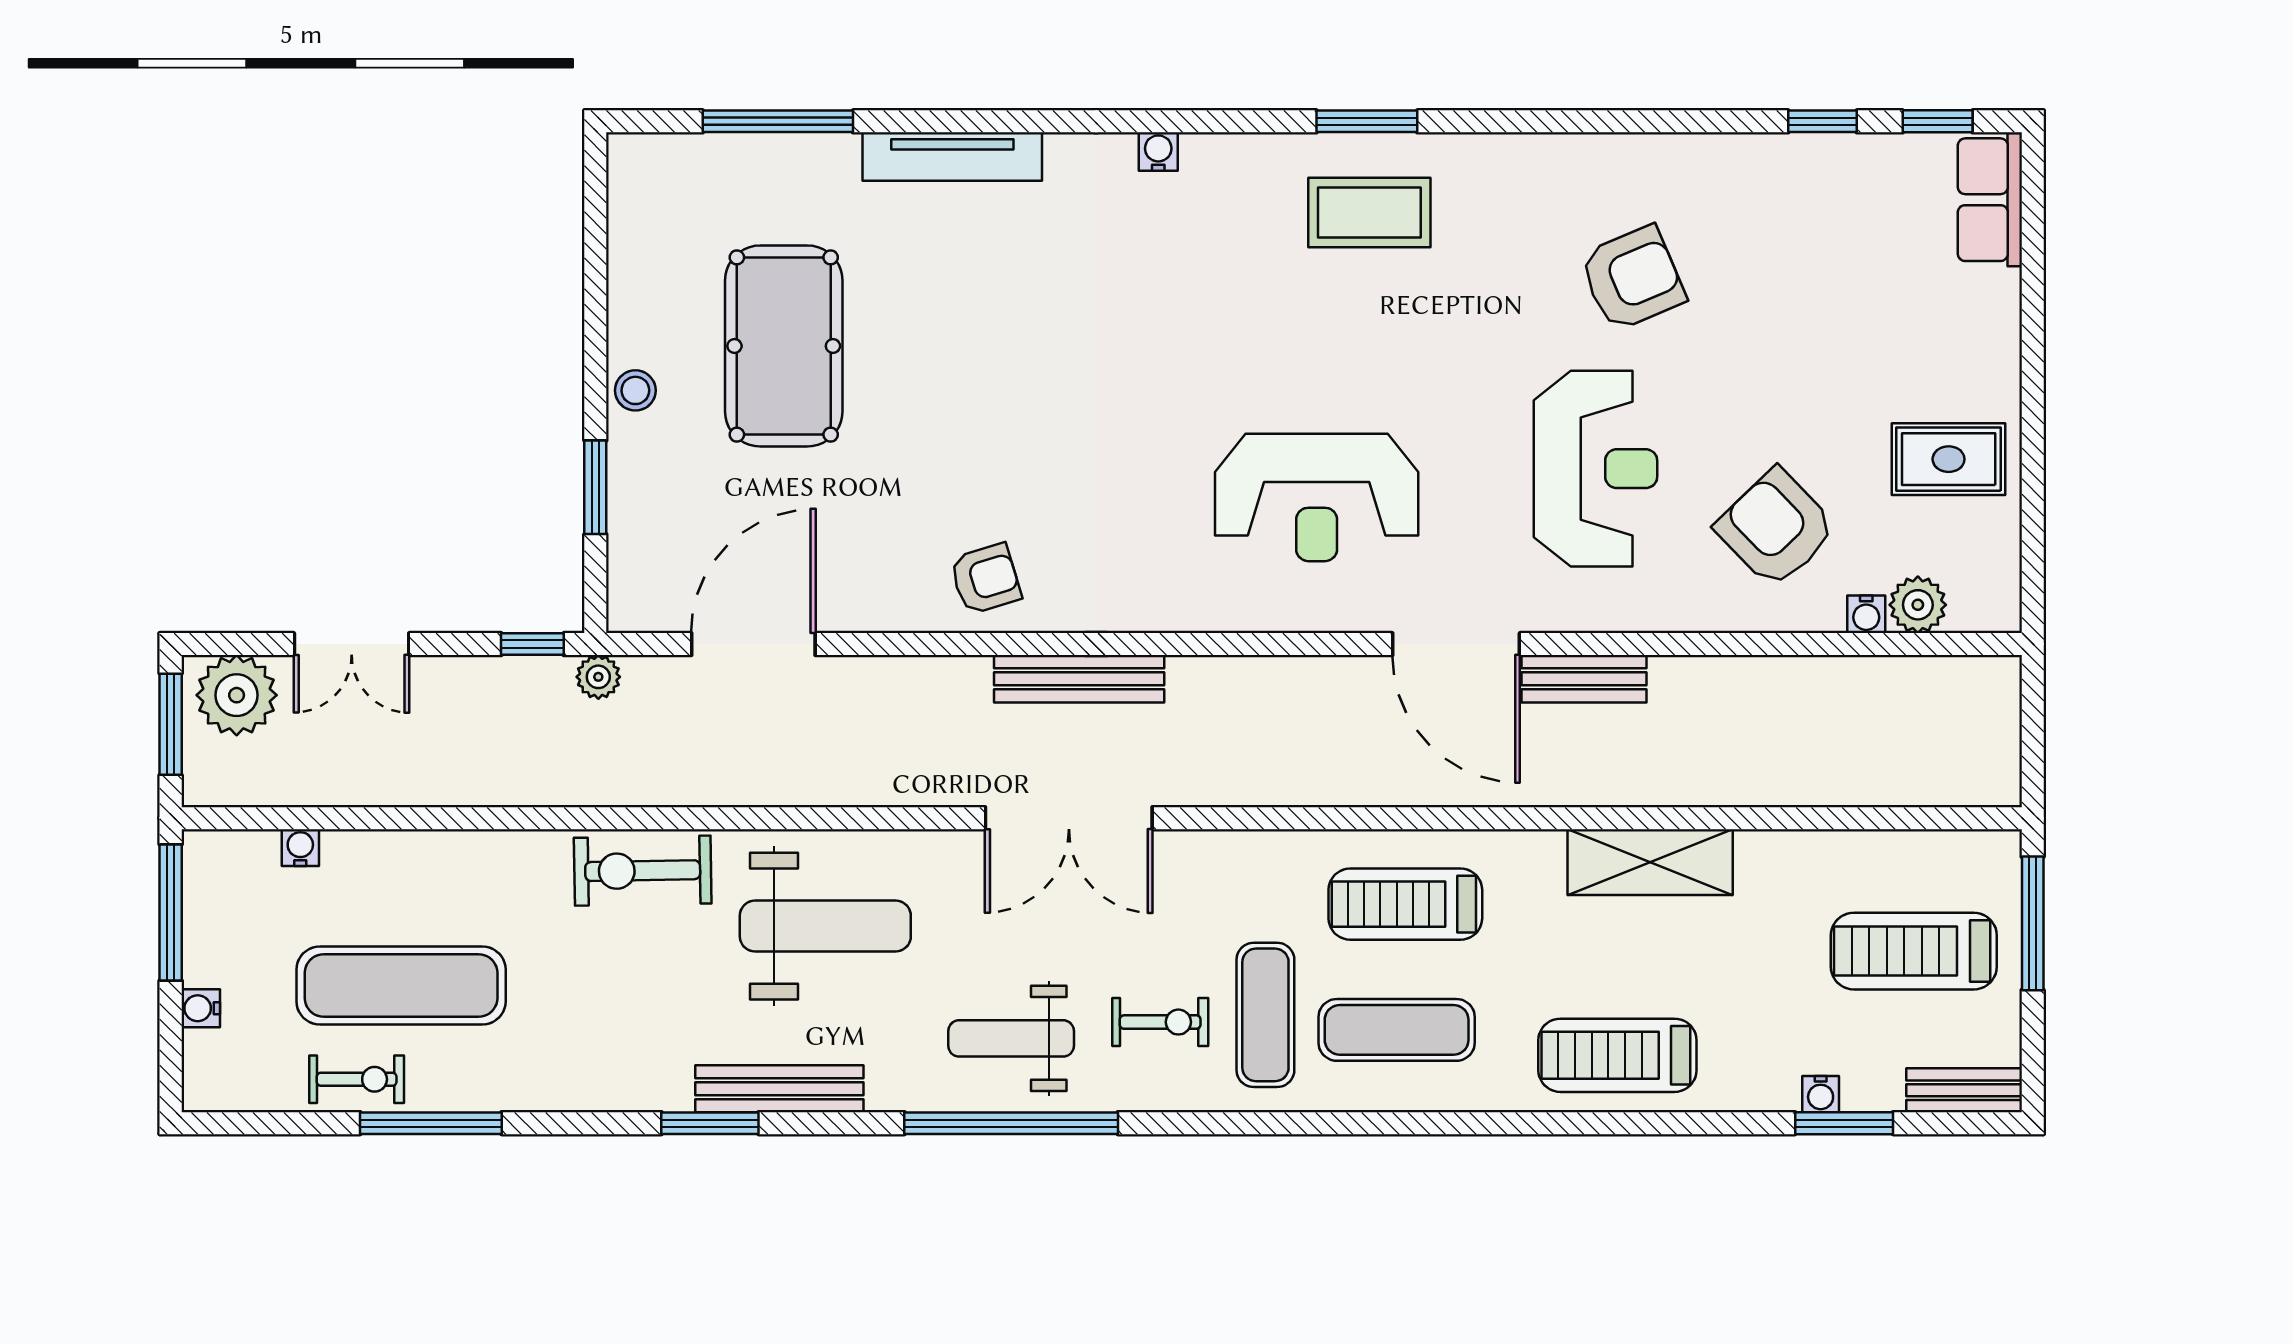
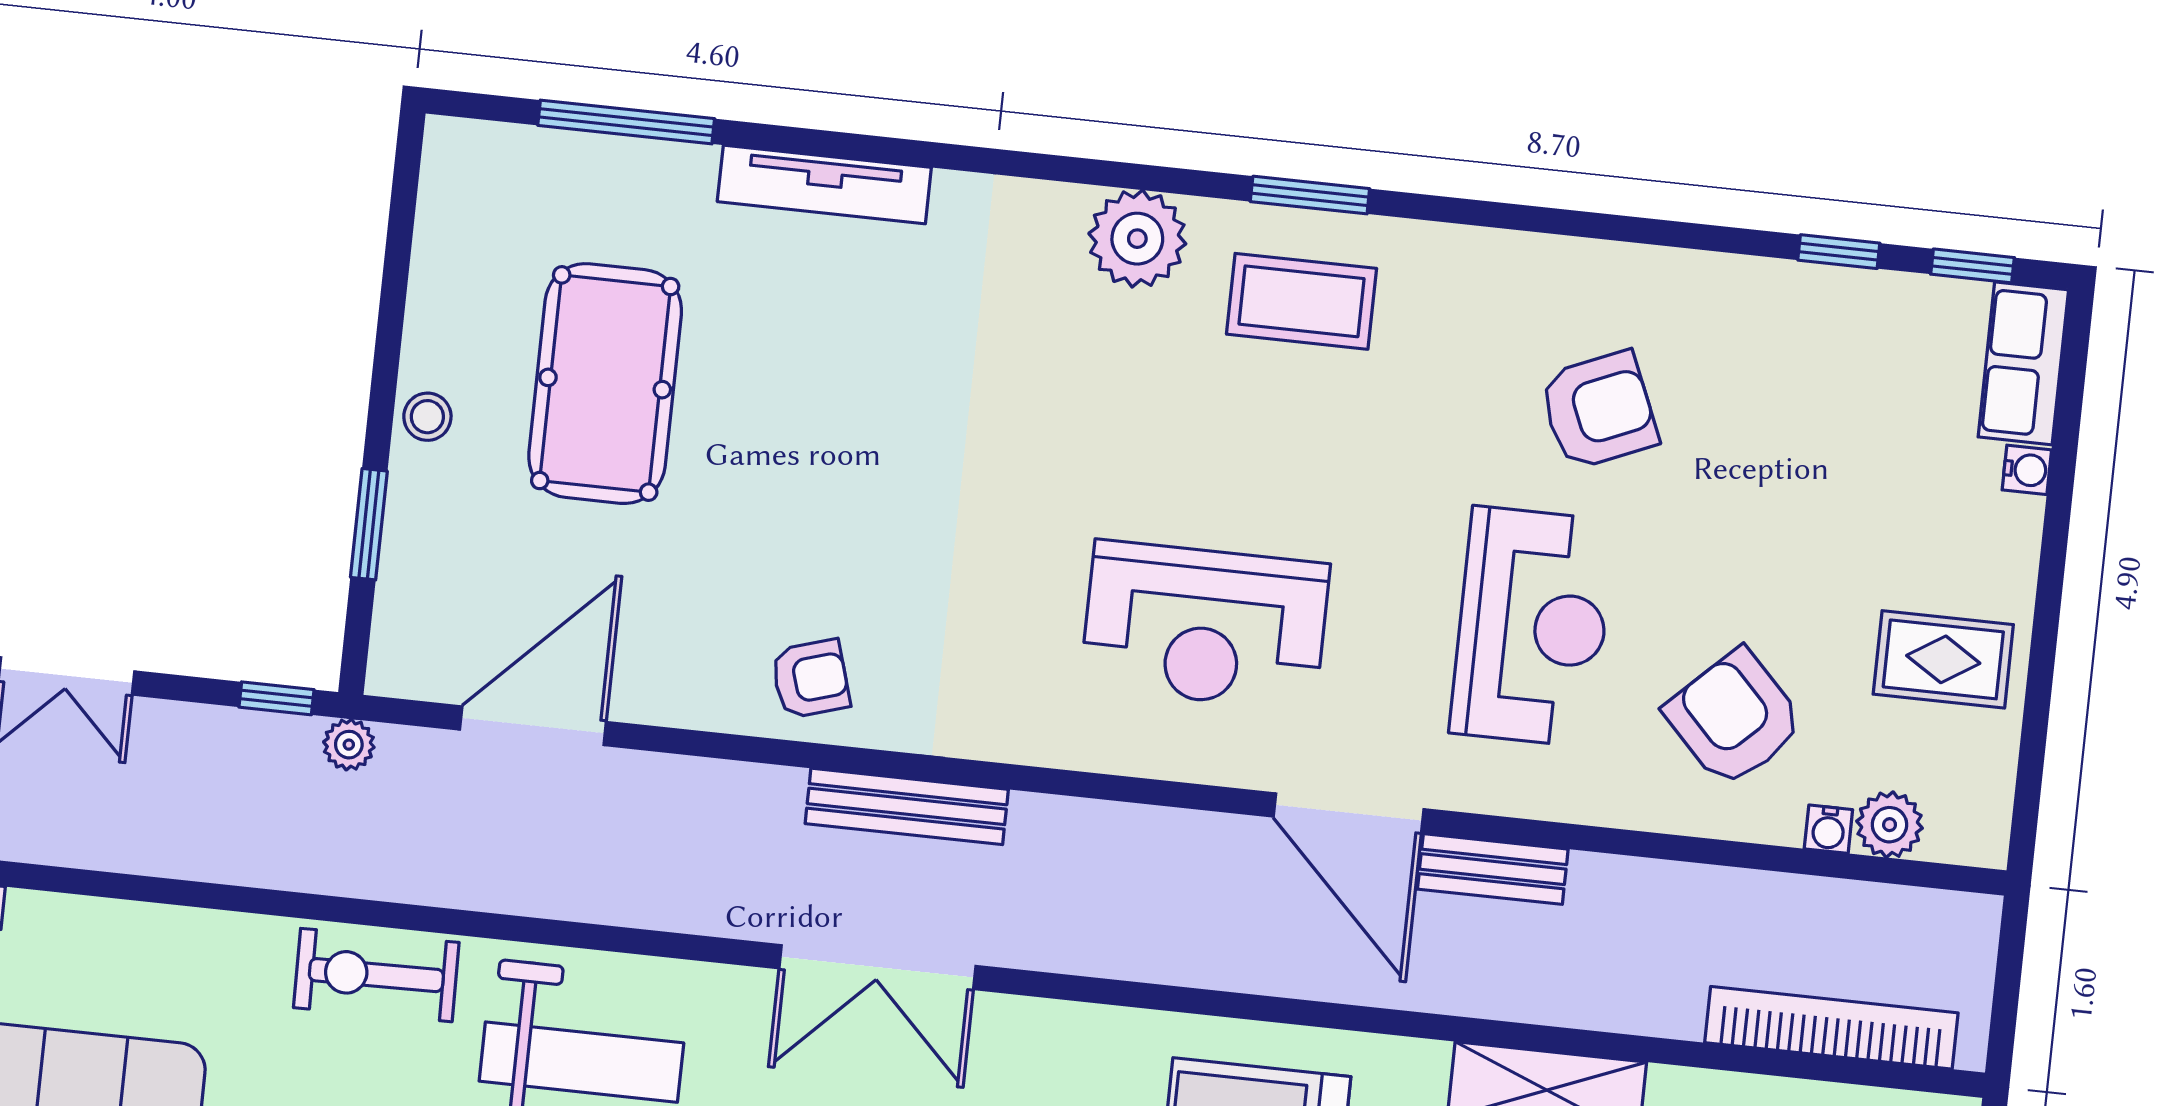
water cooler: (1158, 152) -> (2027, 470), moved, turned 90
plant: (1224, 174) -> (1137, 239), added
bookcase: (1887, 783) -> (1831, 1028), added

